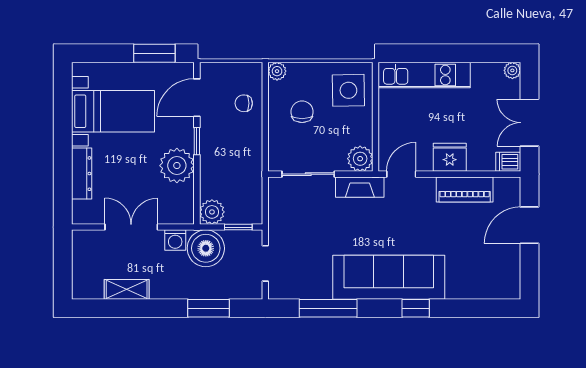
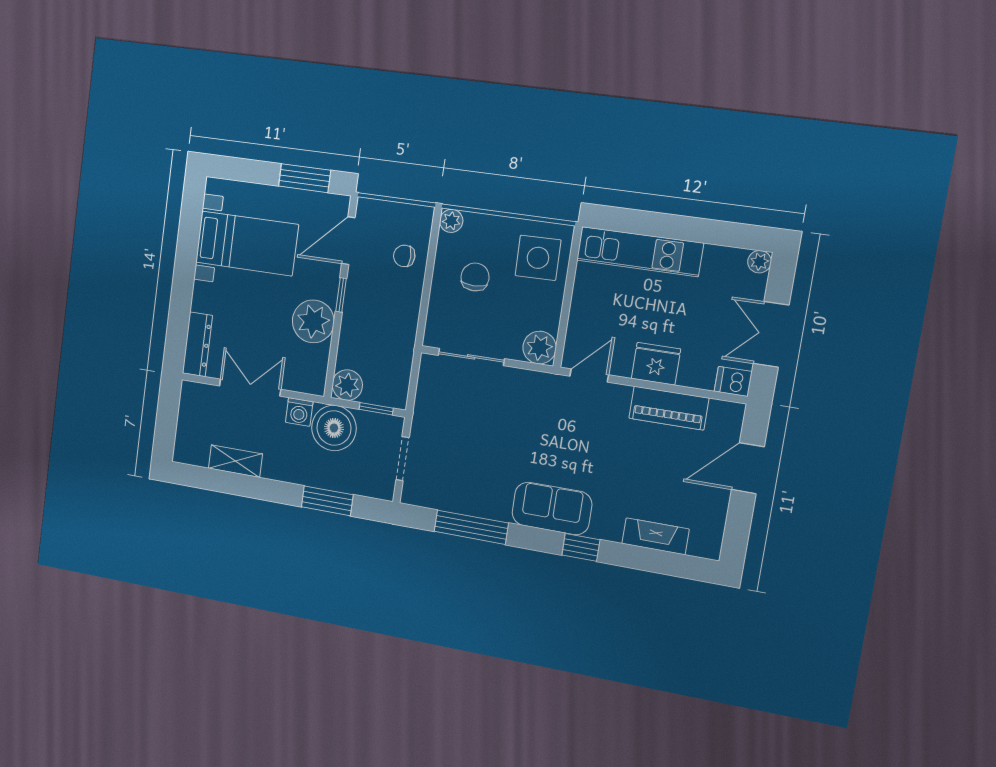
dresser: (82, 174) -> (197, 344), moved
fireplace: (360, 187) -> (656, 536), moved, turned 180
sofa: (389, 277) -> (552, 509), width x0.54, depth x0.79

